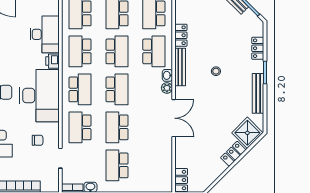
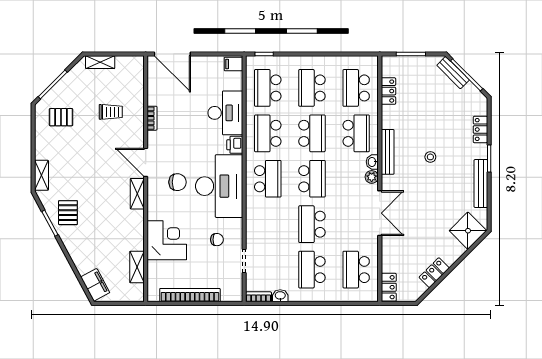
locker: (181, 35) -> (388, 91), moved
school desk: (80, 127) -> (356, 270), moved
locker: (233, 154) -> (434, 273), moved

